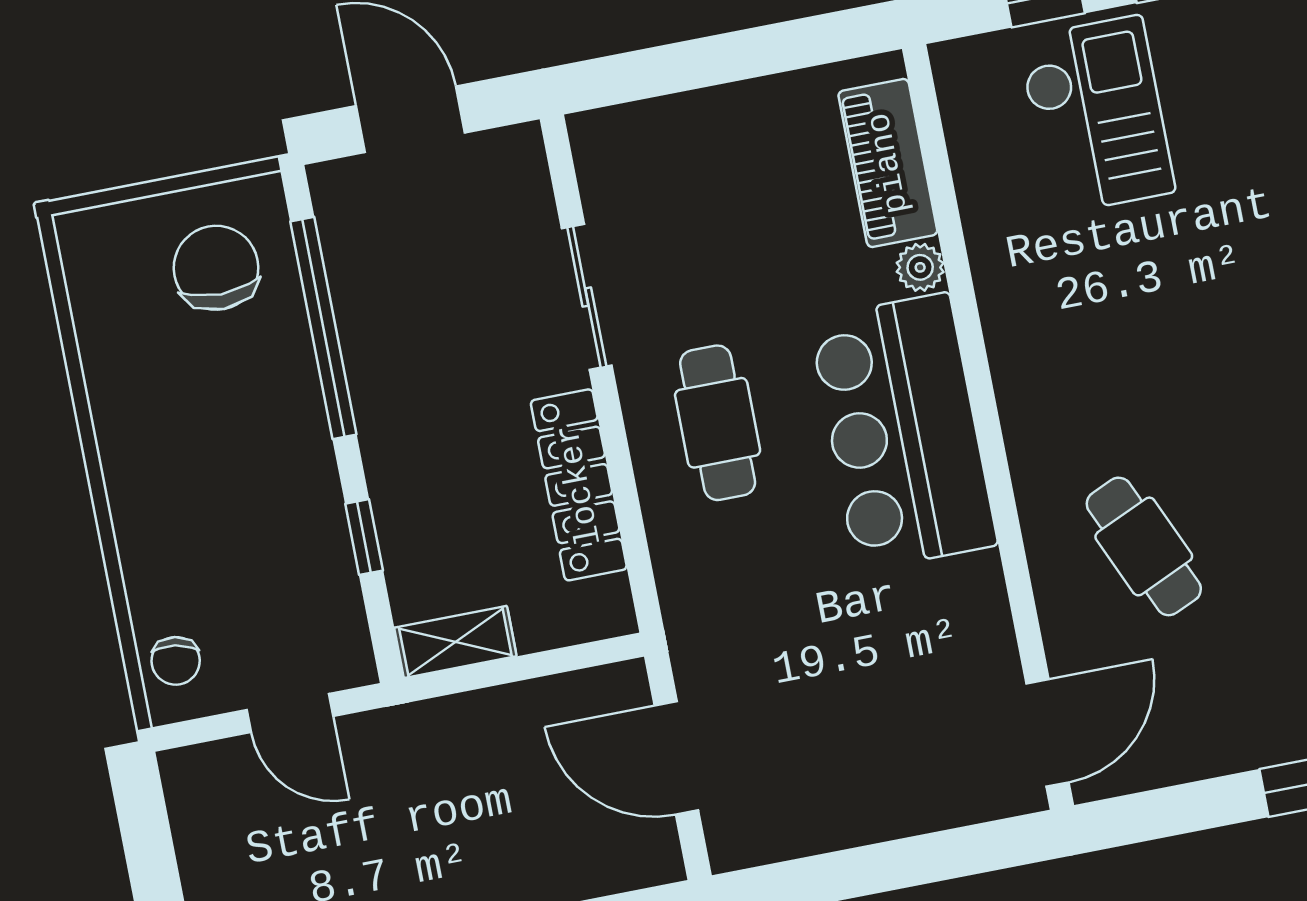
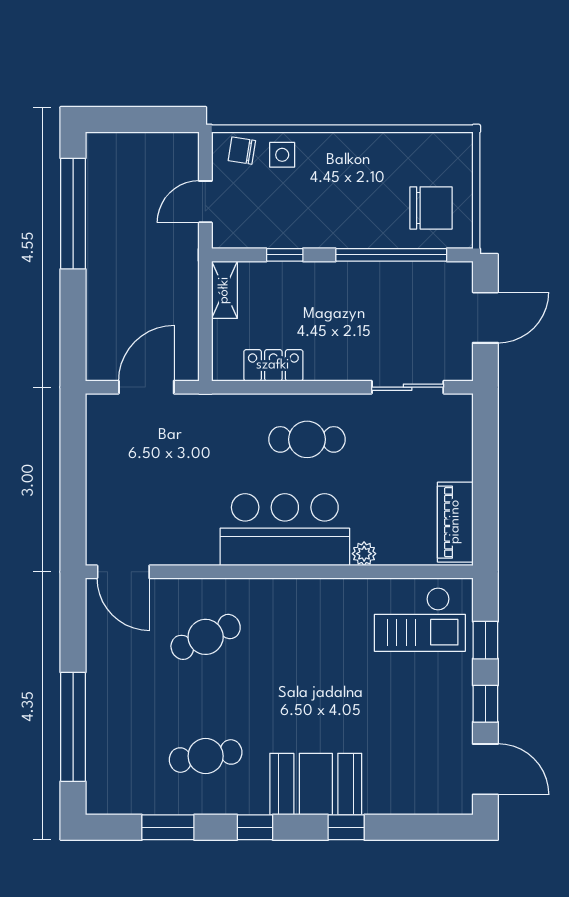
checkout: (1096, 115) -> (420, 619), moved
piano: (888, 163) -> (455, 522), moved, turned -90
sliding door: (587, 297) -> (408, 387), moved
locker: (579, 485) -> (273, 365), width x0.66
side table: (169, 580) -> (282, 155), added

